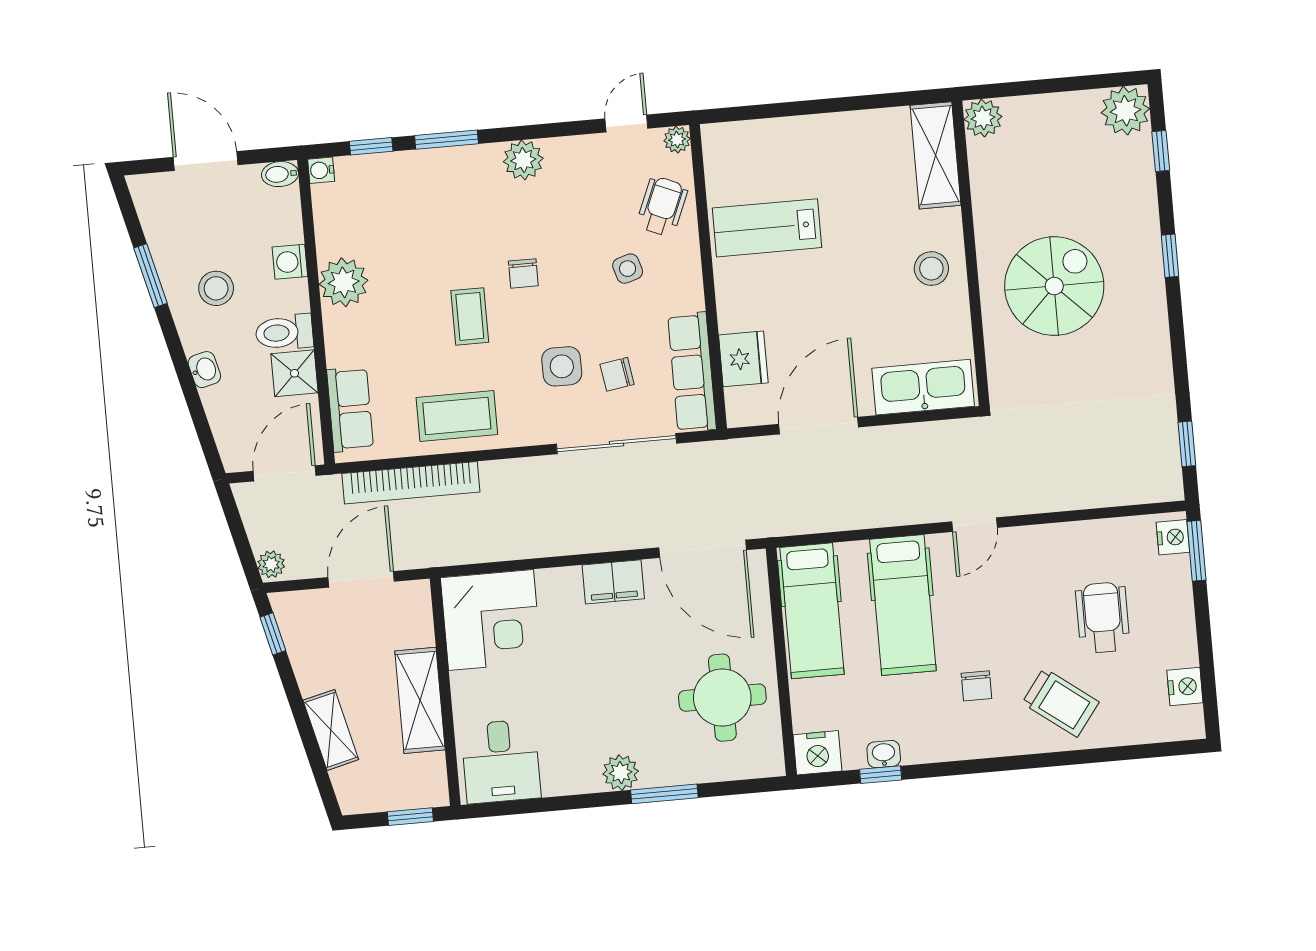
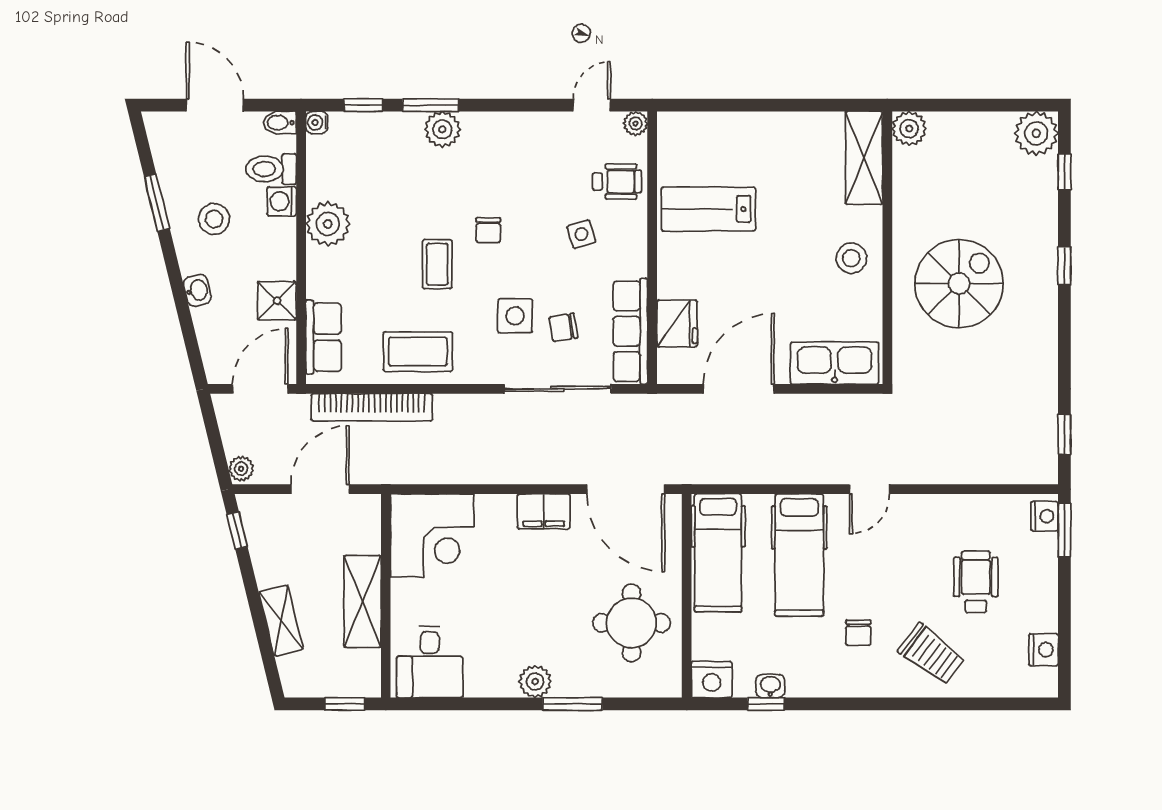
plant: (523, 160) -> (442, 129), moved
wheelchair: (662, 206) -> (617, 182), turned 67
toilet: (284, 332) -> (271, 169), moved

